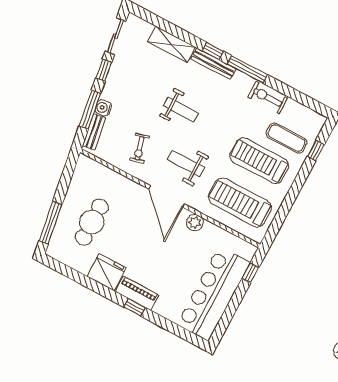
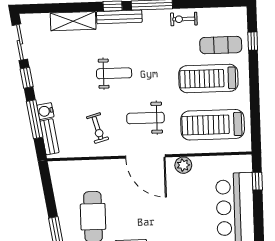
exercise bike: (268, 97) -> (184, 19), width x0.73, depth x0.72

